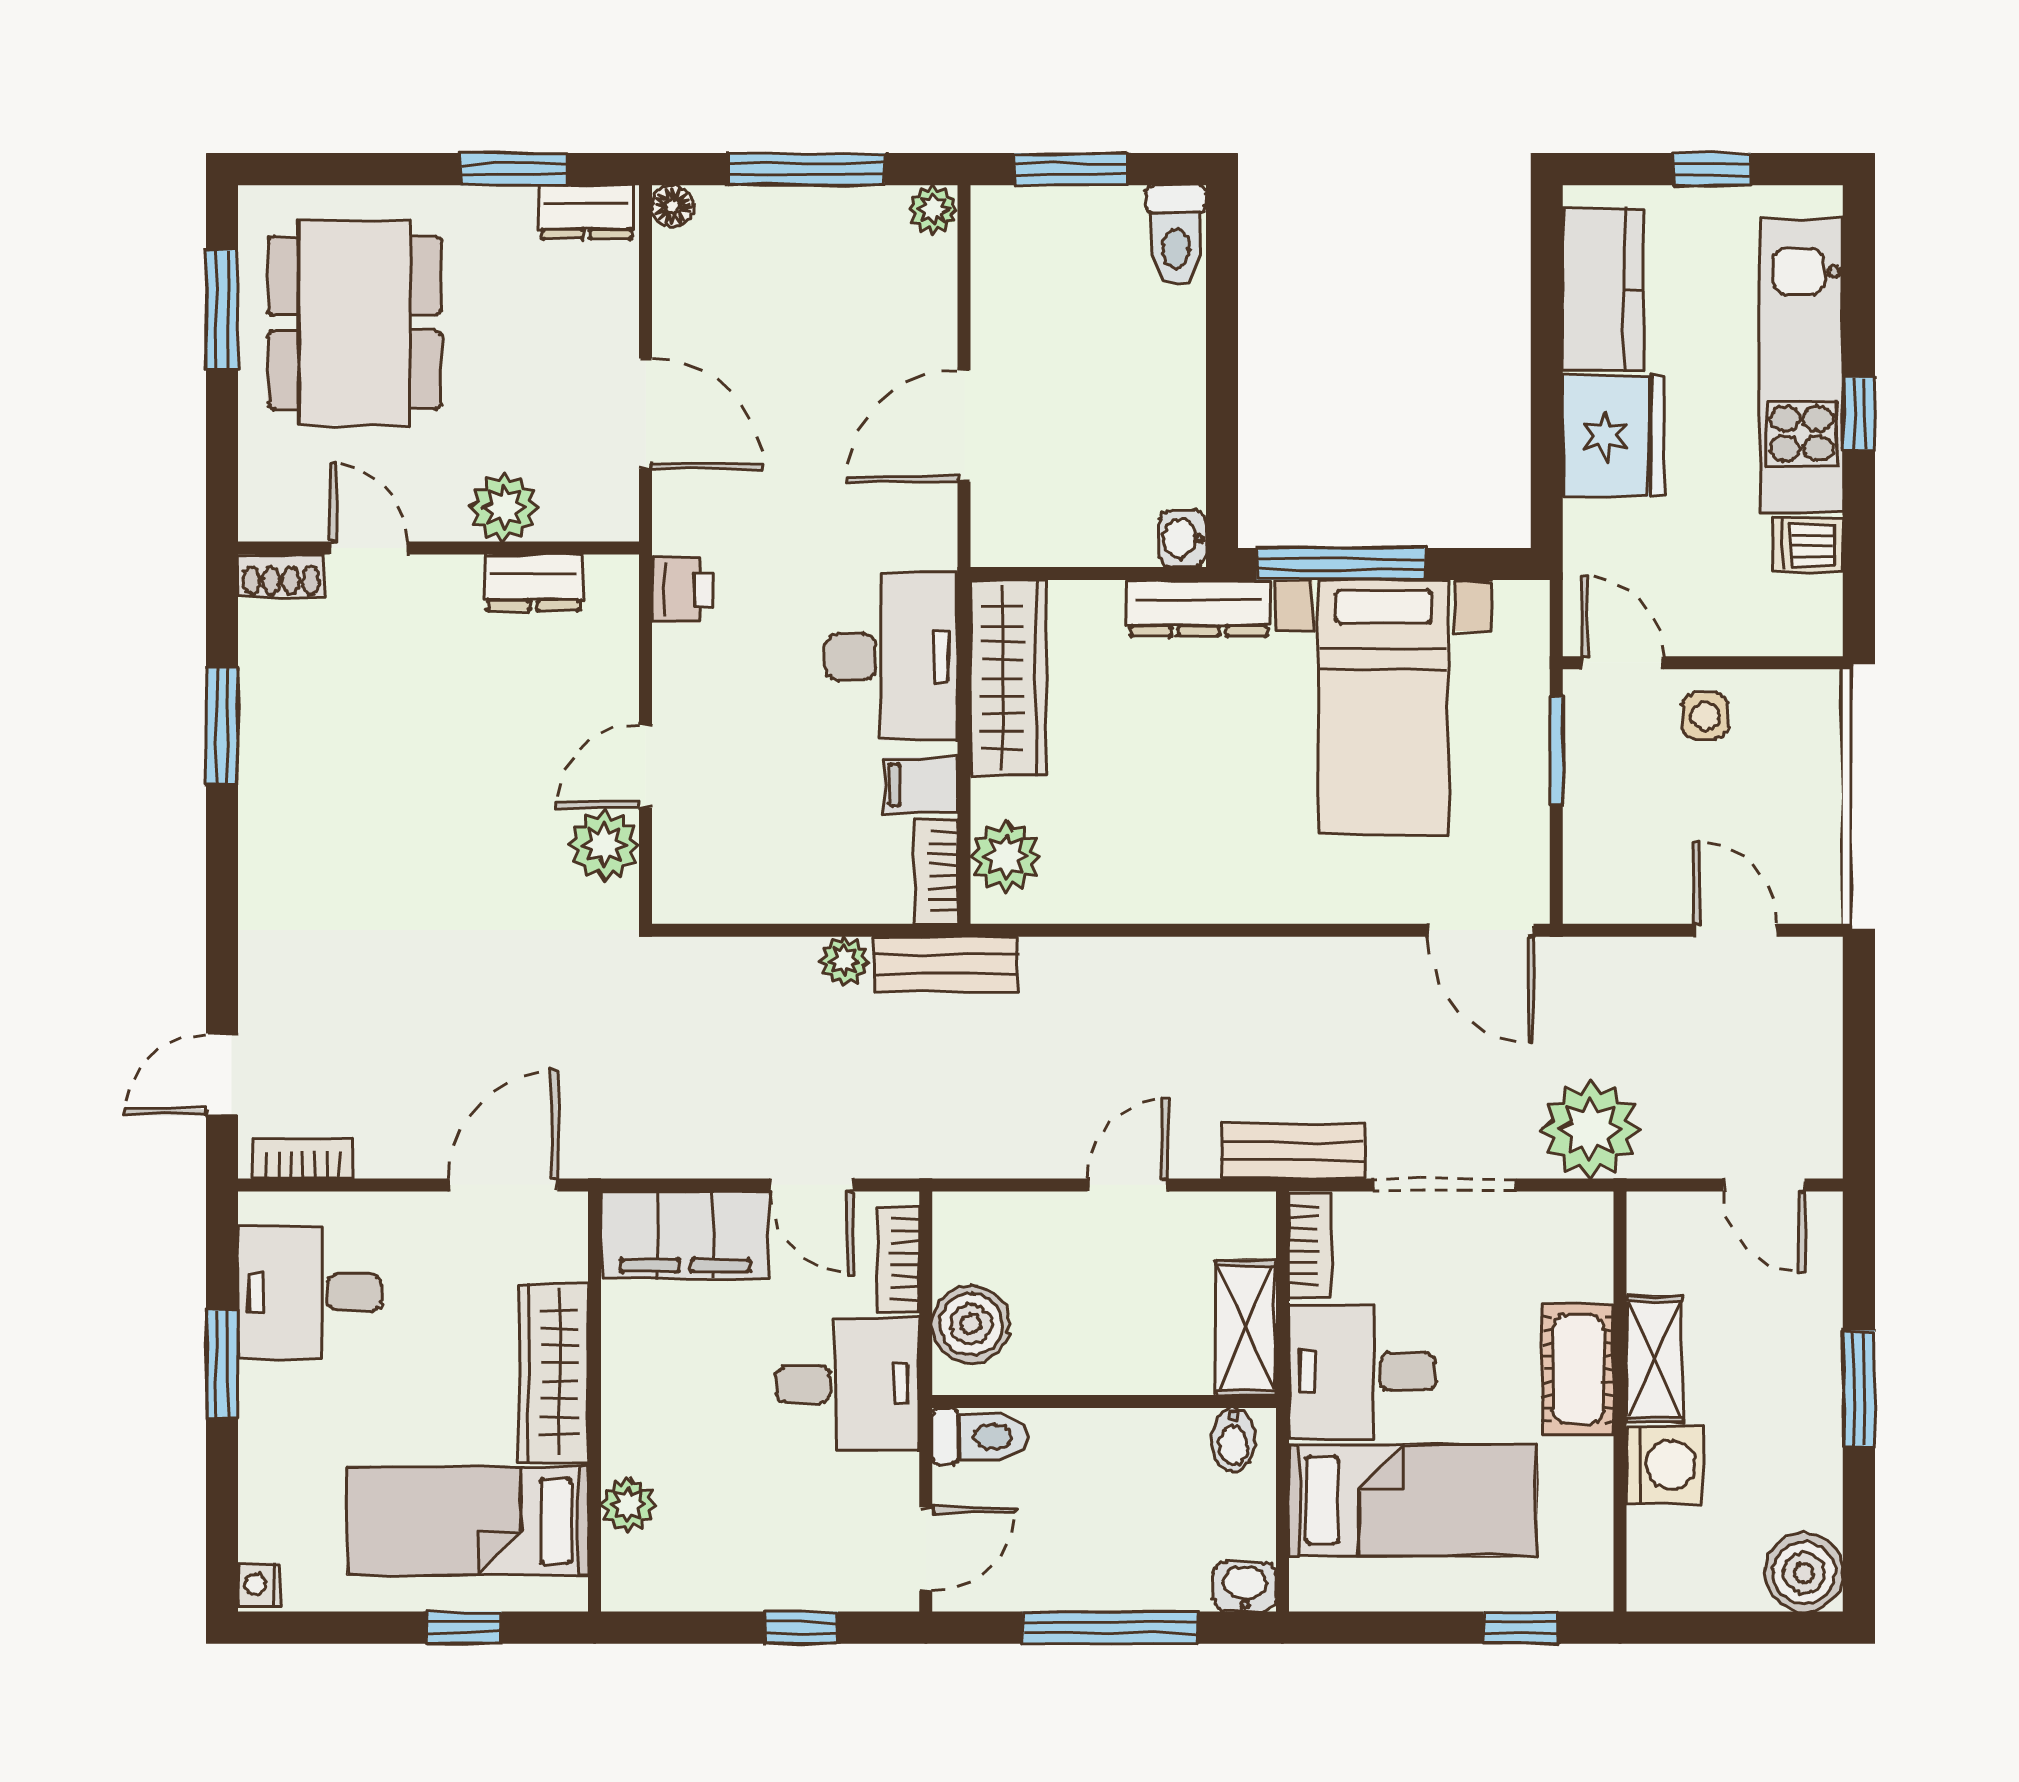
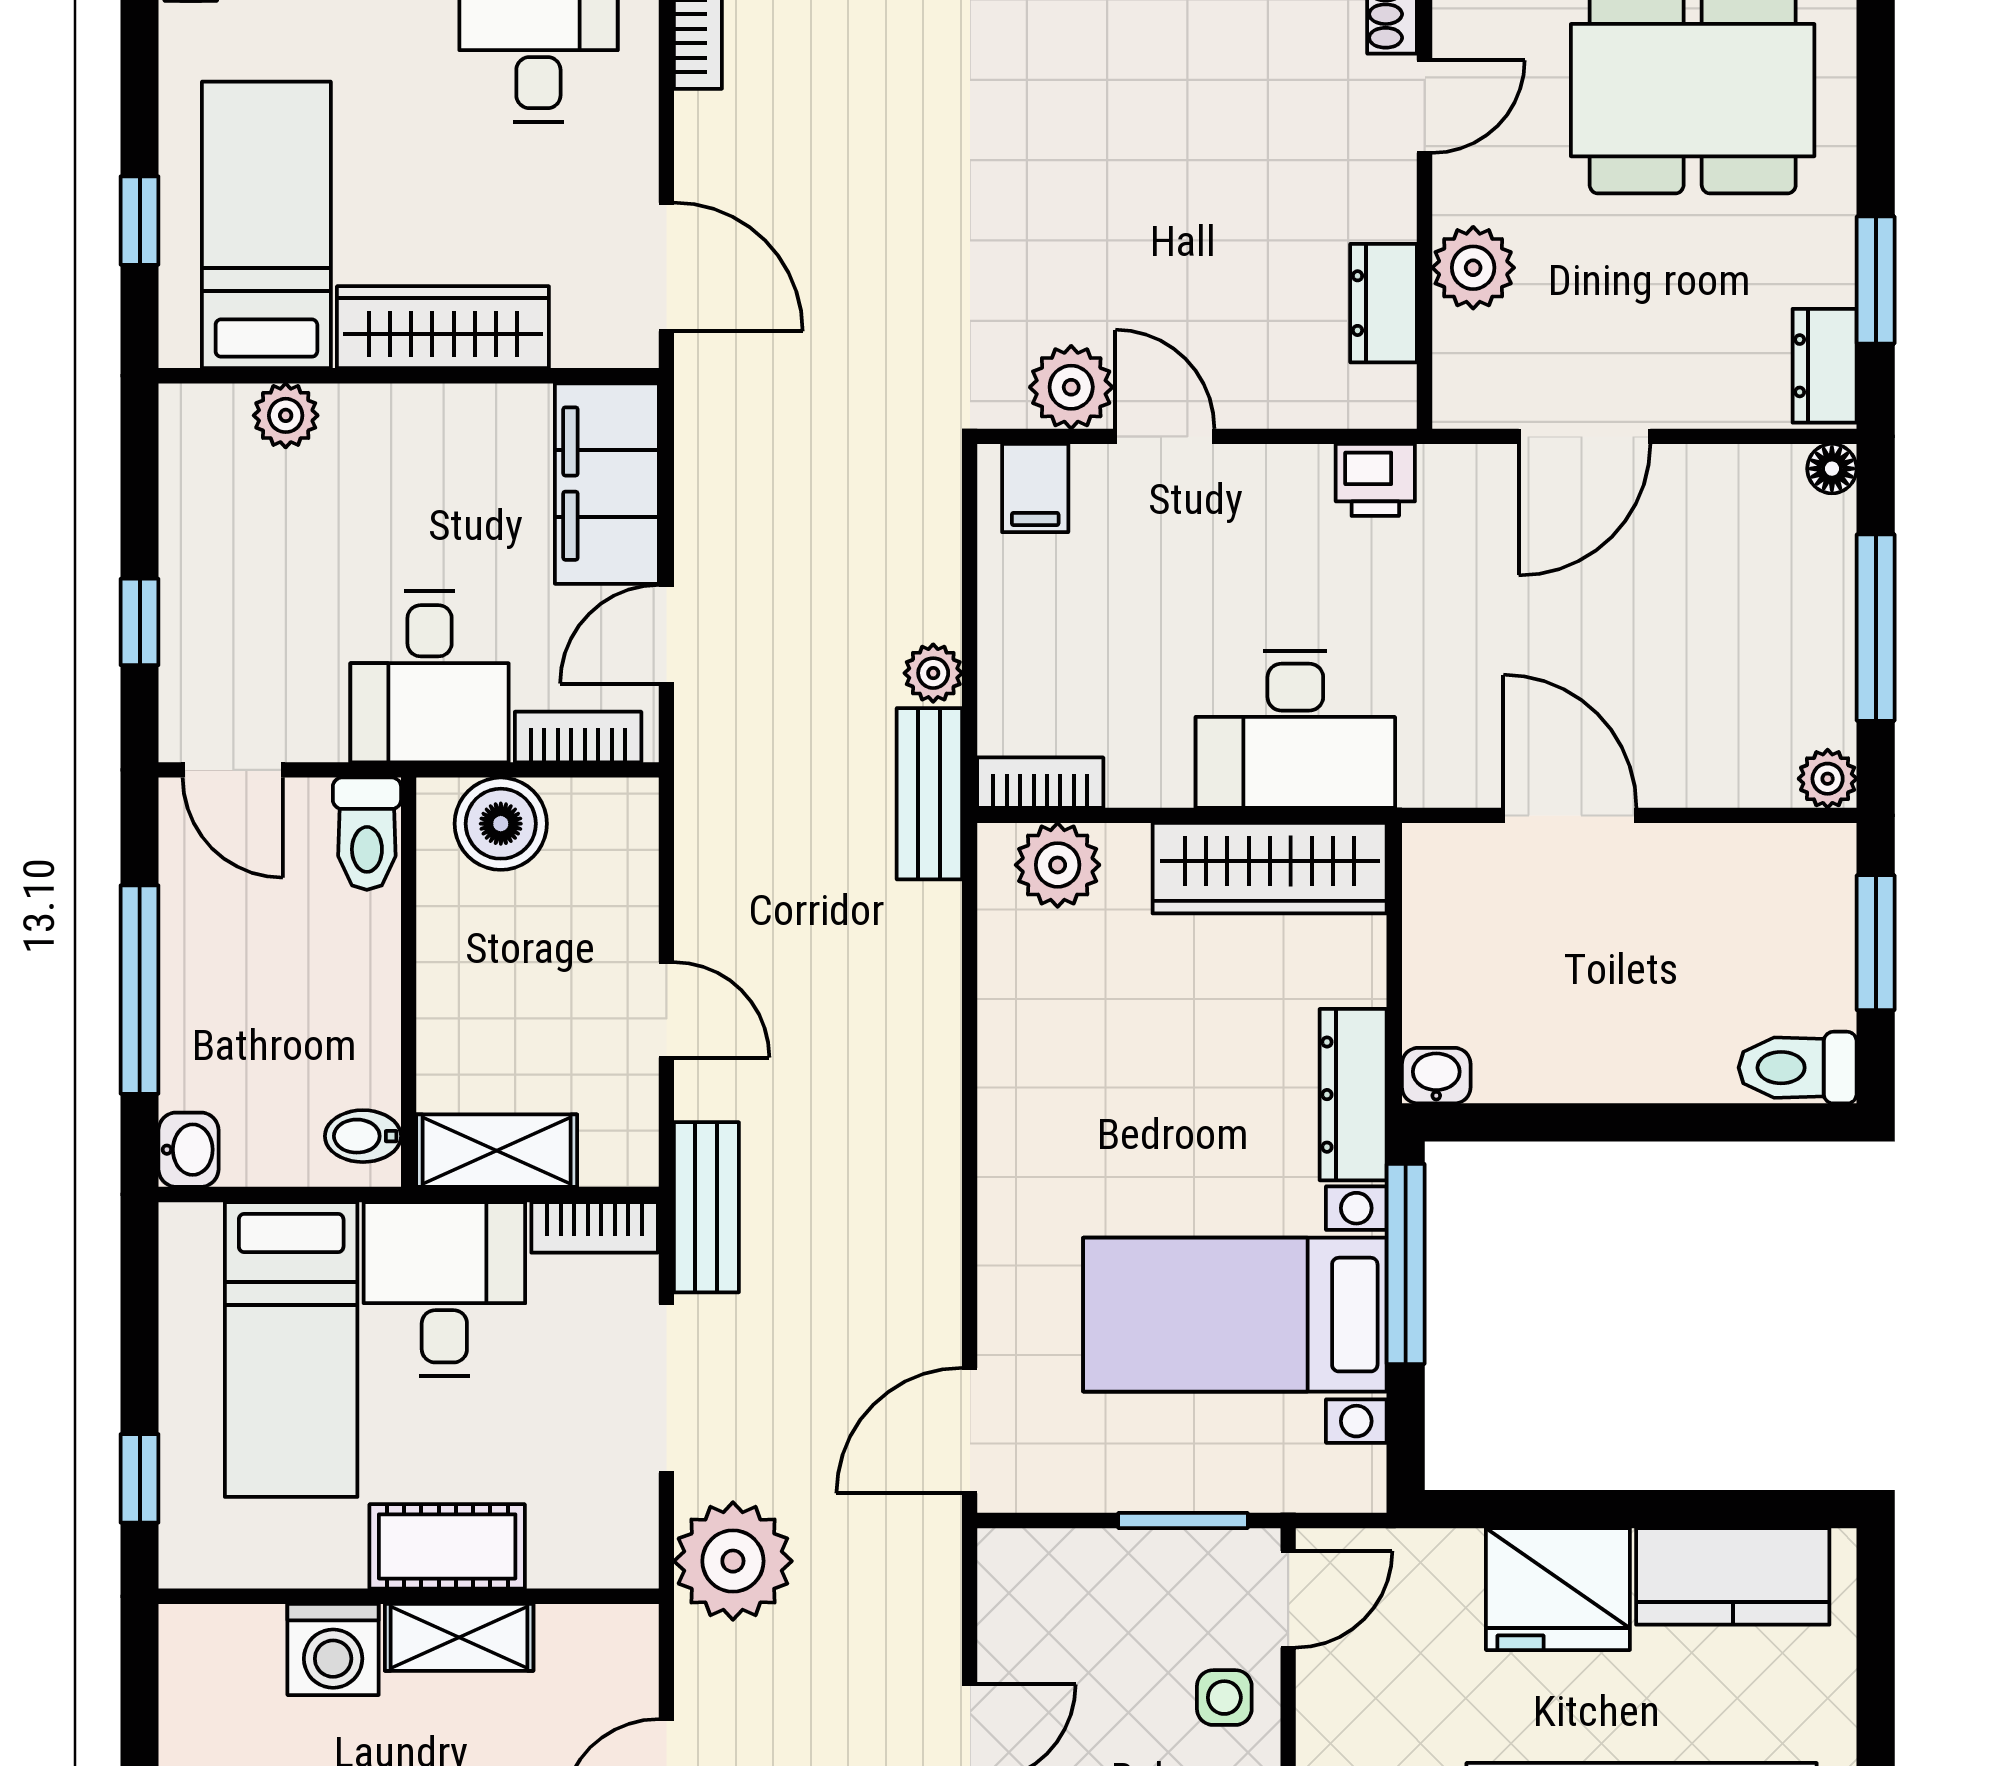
window: (1712, 169) -> (1876, 1706), removed
filing cabinet: (921, 785) -> (1035, 488), moved, turned 180

